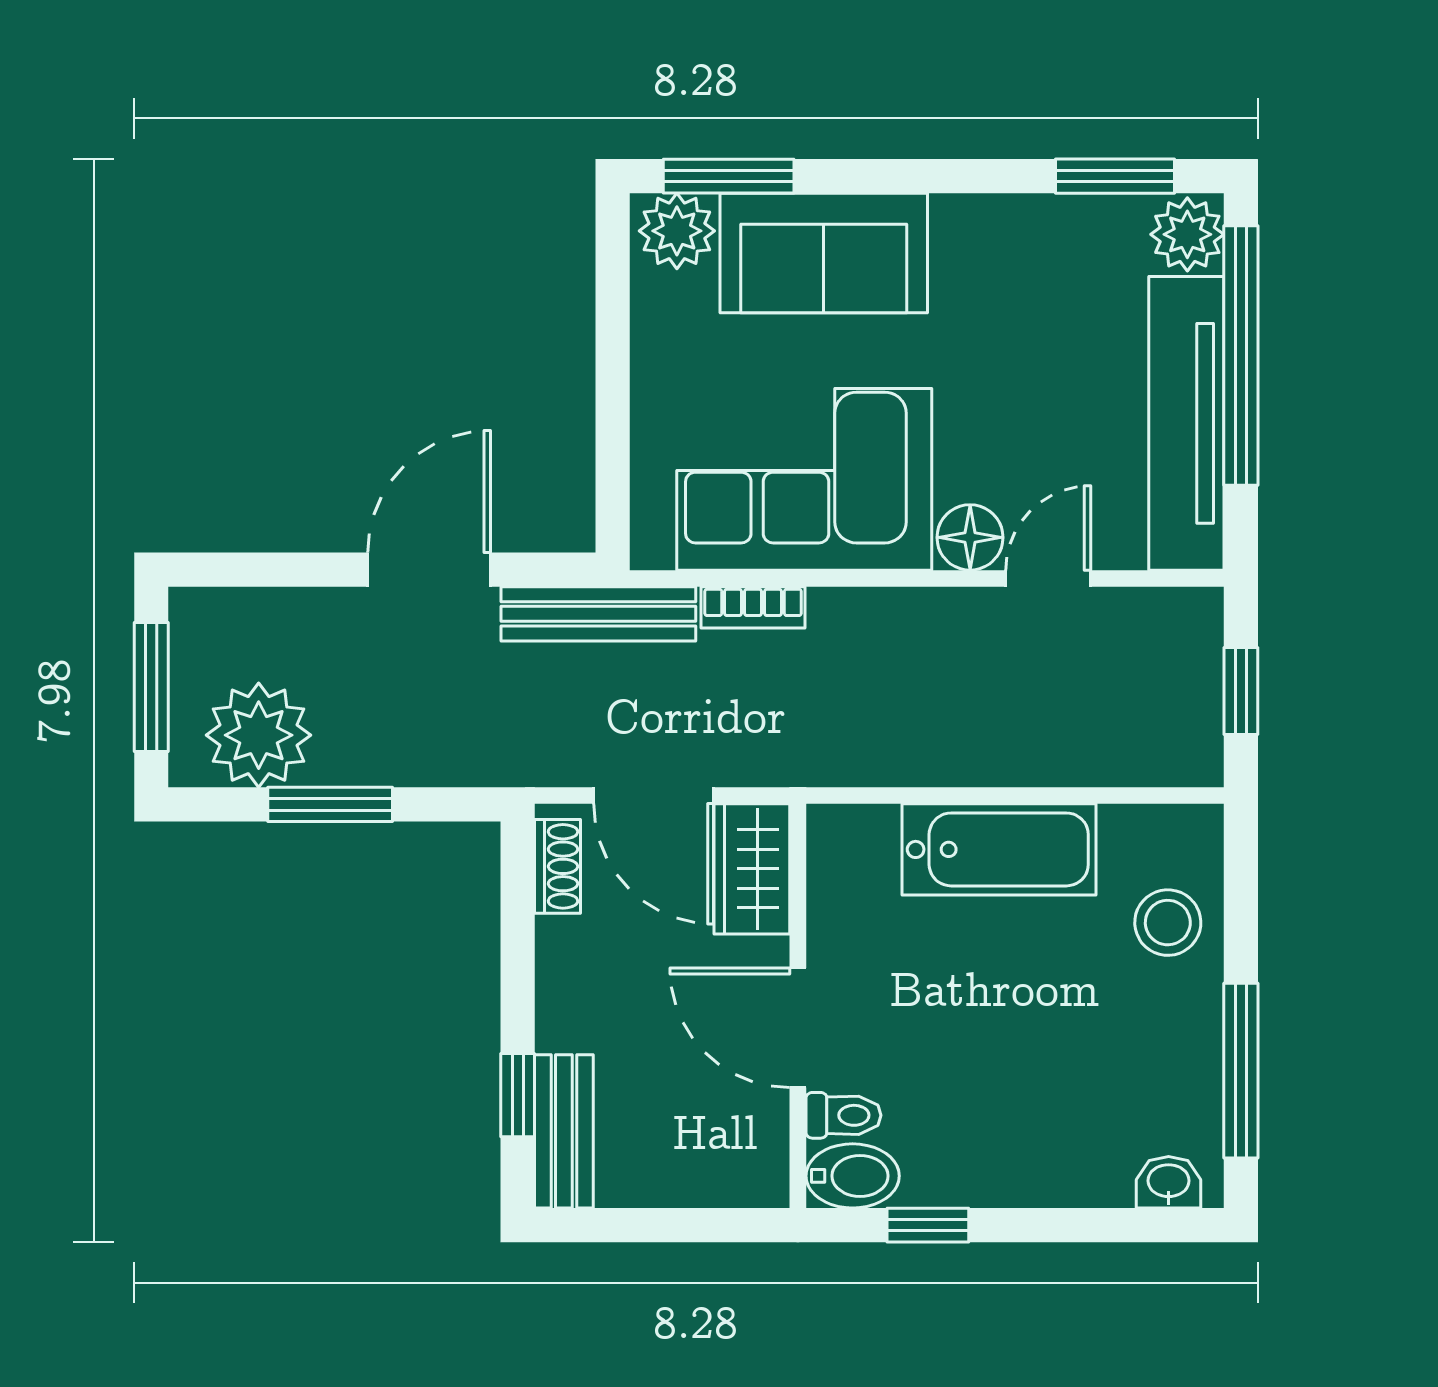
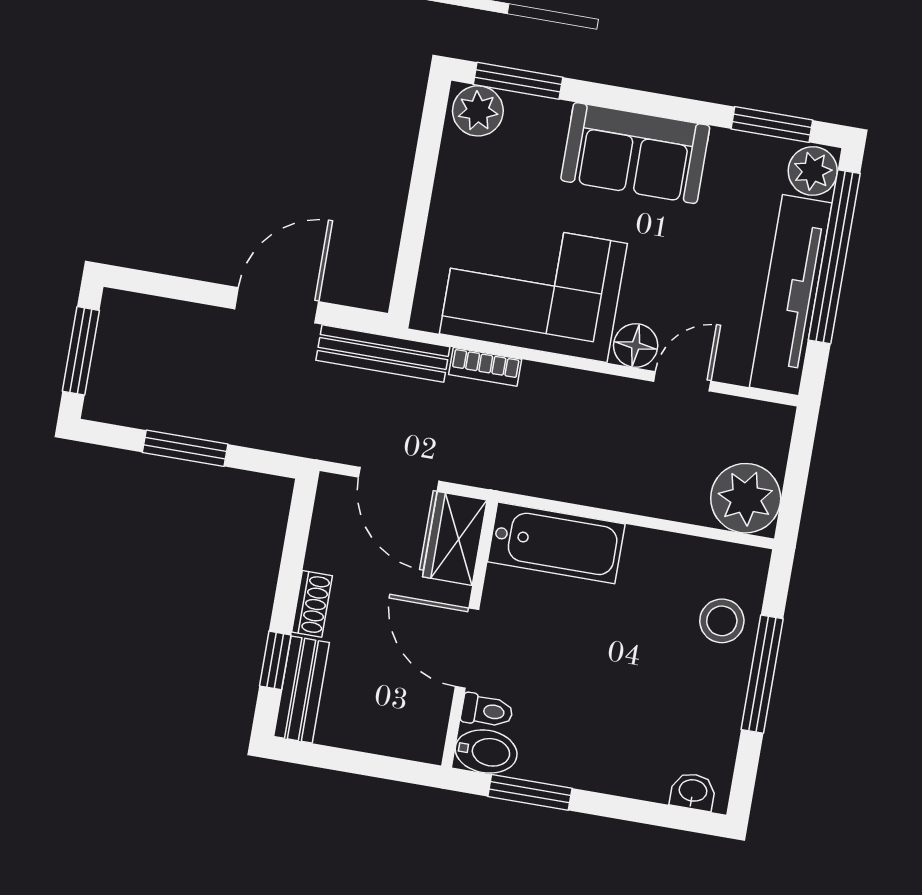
sofa: (824, 253) -> (635, 153), moved
window: (1241, 691) -> (796, 477), removed
plant: (259, 735) -> (746, 498), moved
bathtub: (999, 849) -> (556, 543), moved
shoe rack: (557, 866) -> (312, 604), moved
window: (1241, 1071) -> (762, 674), moved
window: (928, 1225) -> (530, 792), width x1.50

